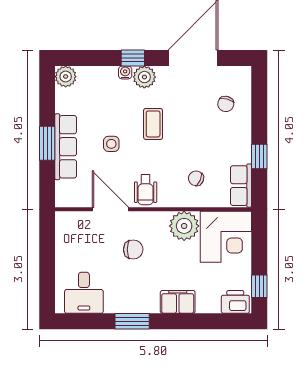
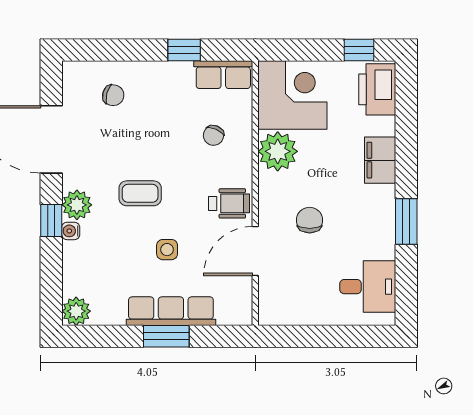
printer: (235, 302) -> (377, 89), width x1.37, depth x1.19

